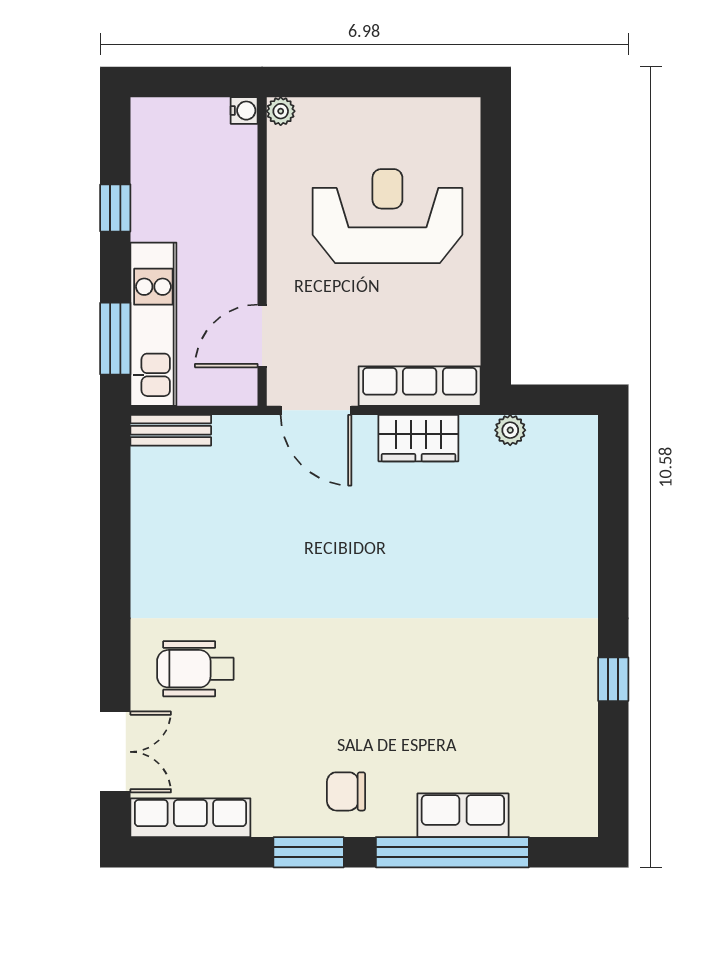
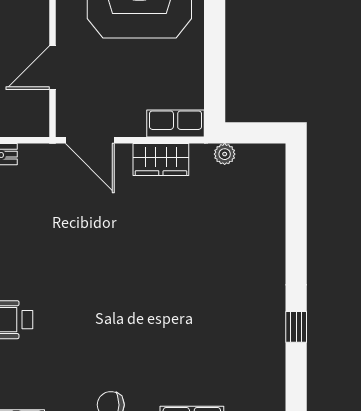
door: (262, 336) -> (52, 68), moved
row of seats: (420, 386) -> (176, 123), width x0.68

